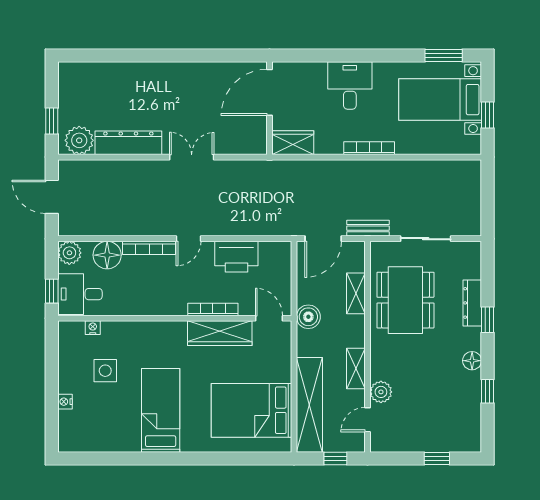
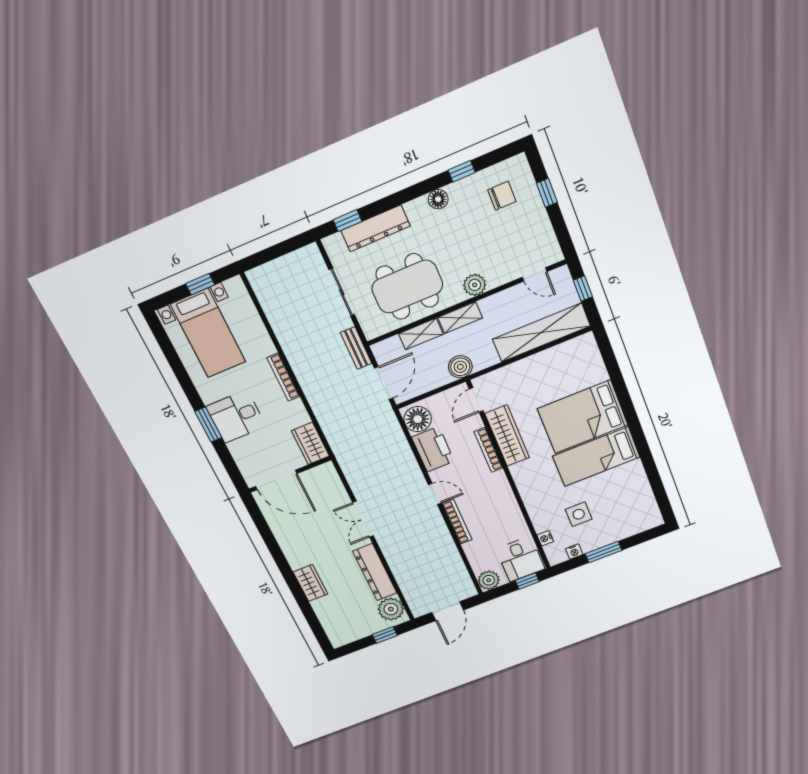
window: (444, 55) -> (208, 425), moved
wardrobe: (144, 73) -> (311, 583), added
door: (323, 239) -> (384, 383), hinge flipped
floor lamp: (107, 255) -> (418, 419), moved
dresser: (472, 303) -> (375, 228), width x1.37, depth x1.24
window: (487, 320) -> (347, 221), moved
shelving: (356, 368) -> (460, 318), moved
window: (52, 380) -> (603, 552), added
plant: (381, 392) -> (475, 285), moved
nightstand: (65, 402) -> (574, 552), moved
bed: (252, 410) -> (583, 417), moved, turned 90
chair: (451, 418) -> (502, 196), added

